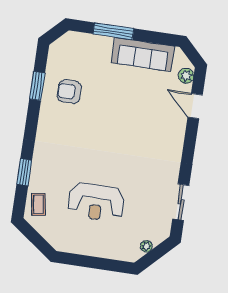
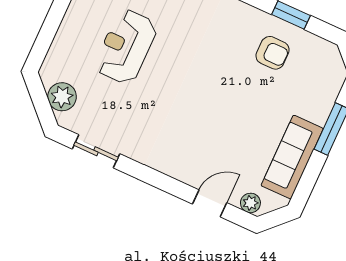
armchair: (69, 92) -> (273, 53), turned 90
plant: (146, 246) -> (62, 97), width x1.88, depth x1.88

